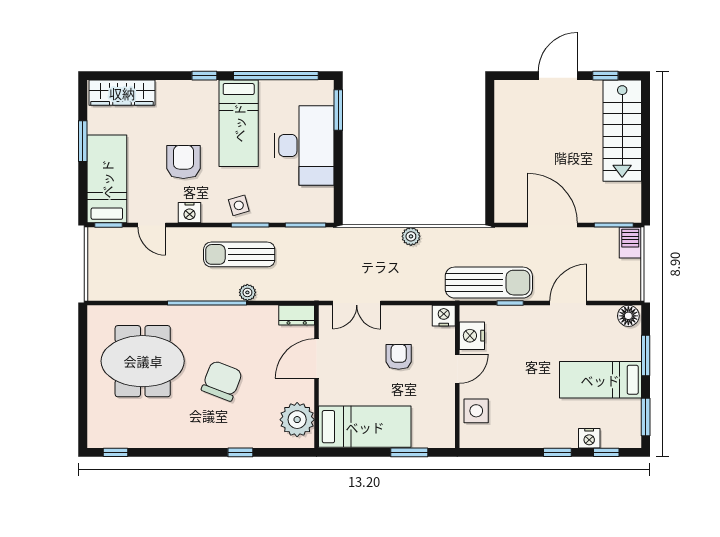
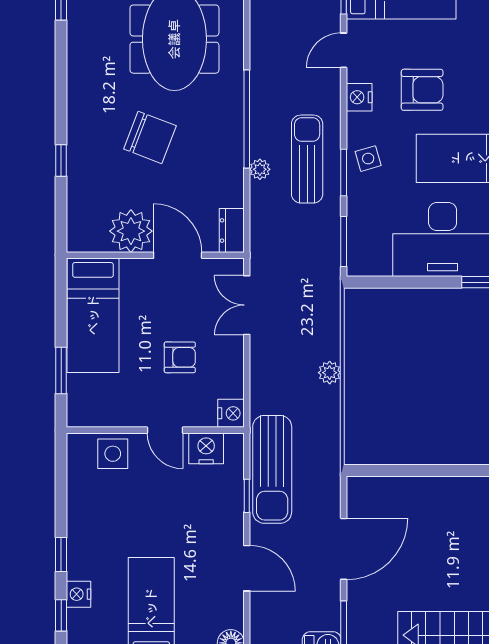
plant: (297, 420) -> (131, 231), moved

